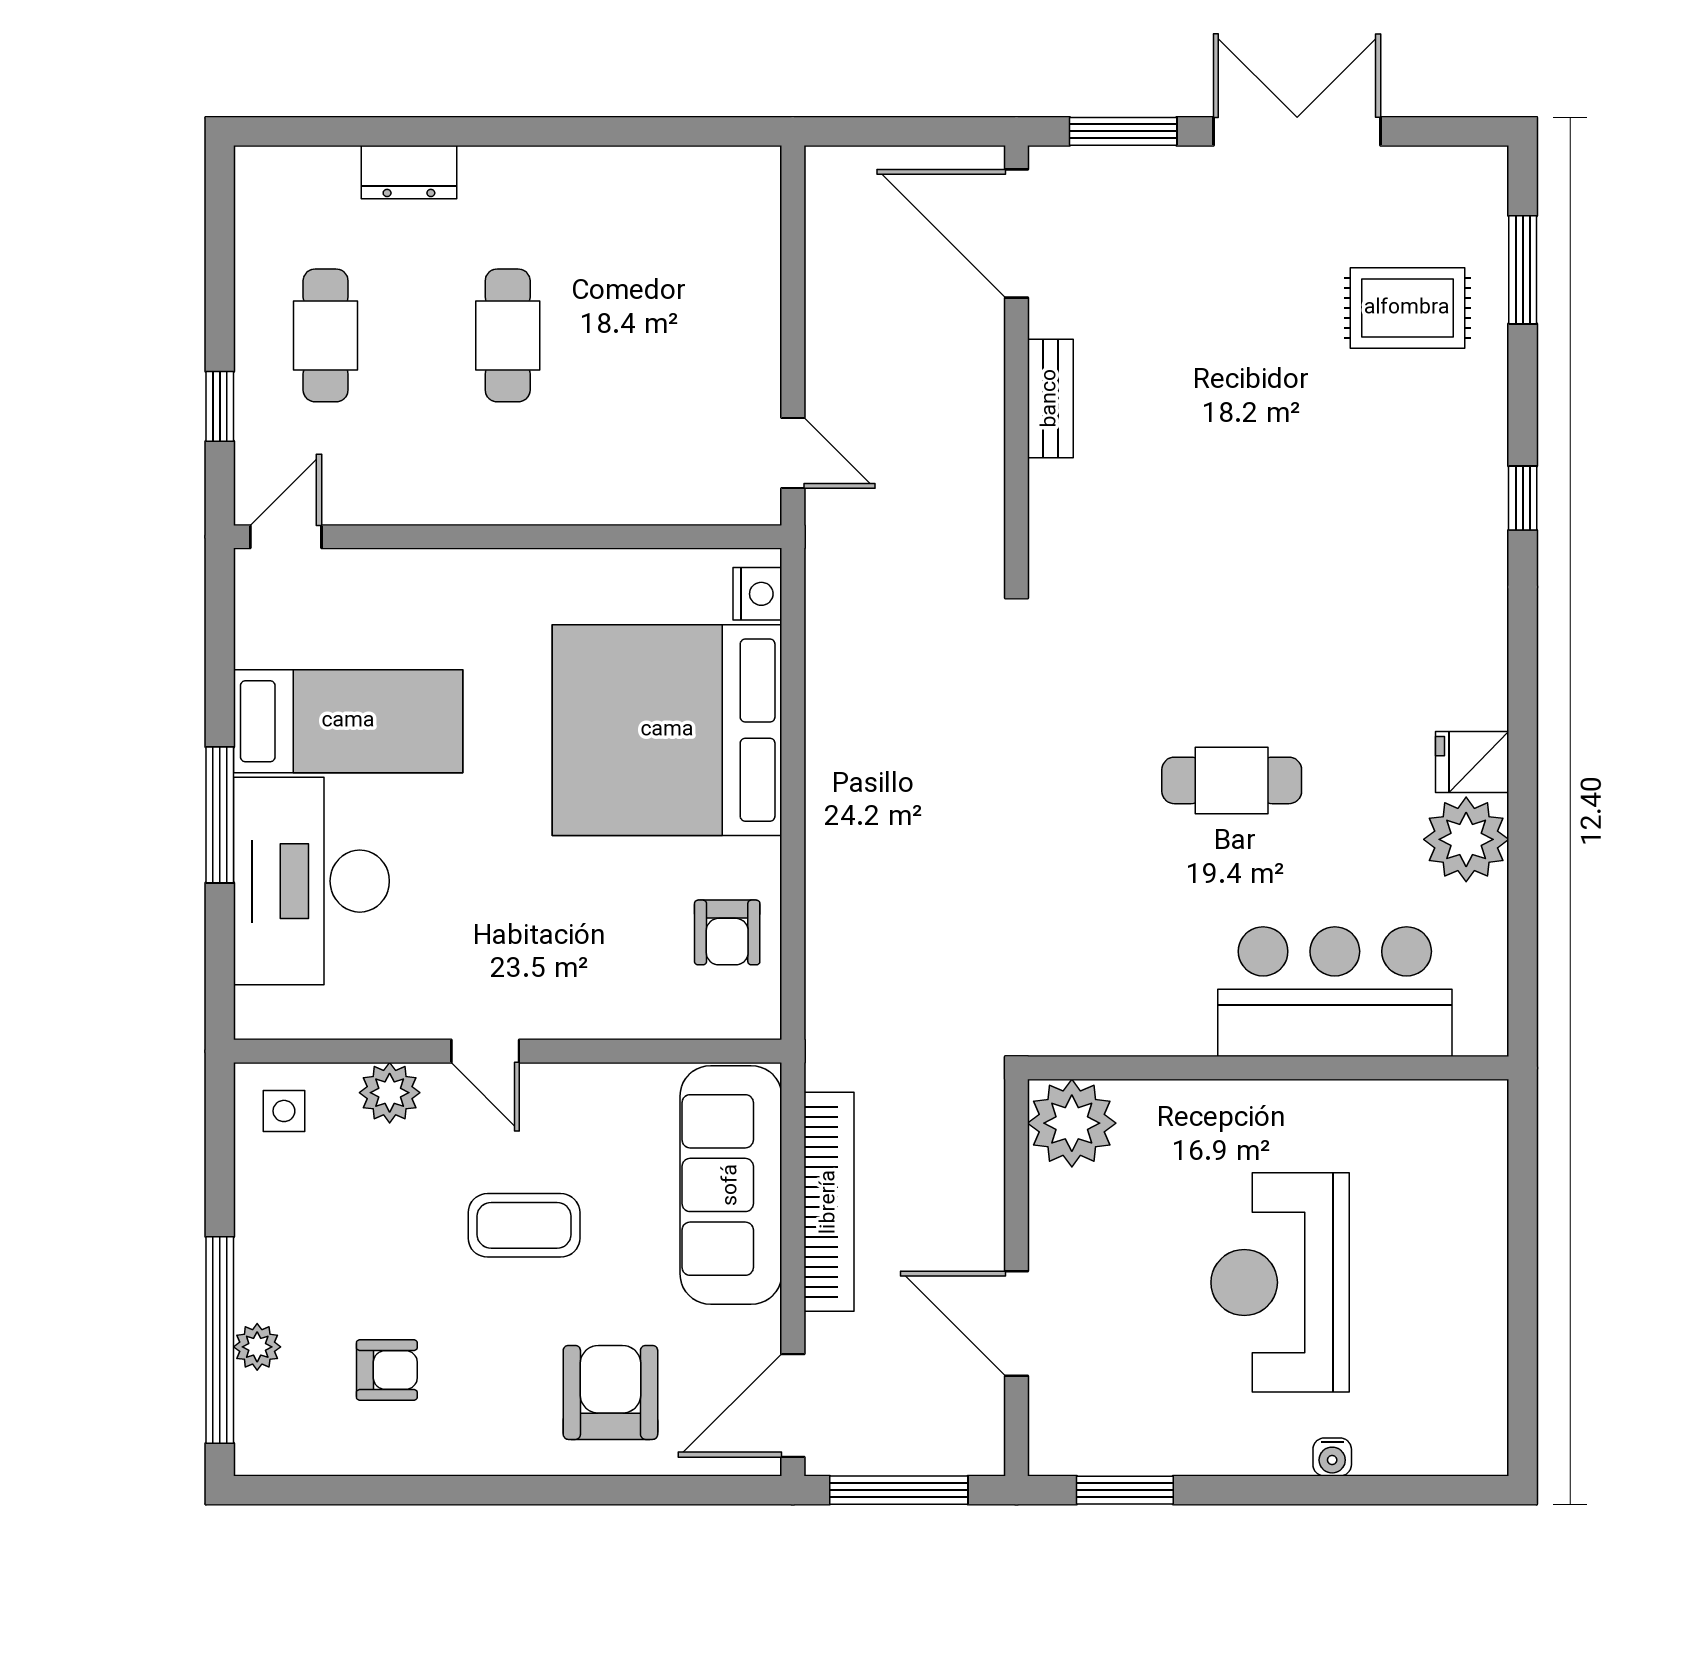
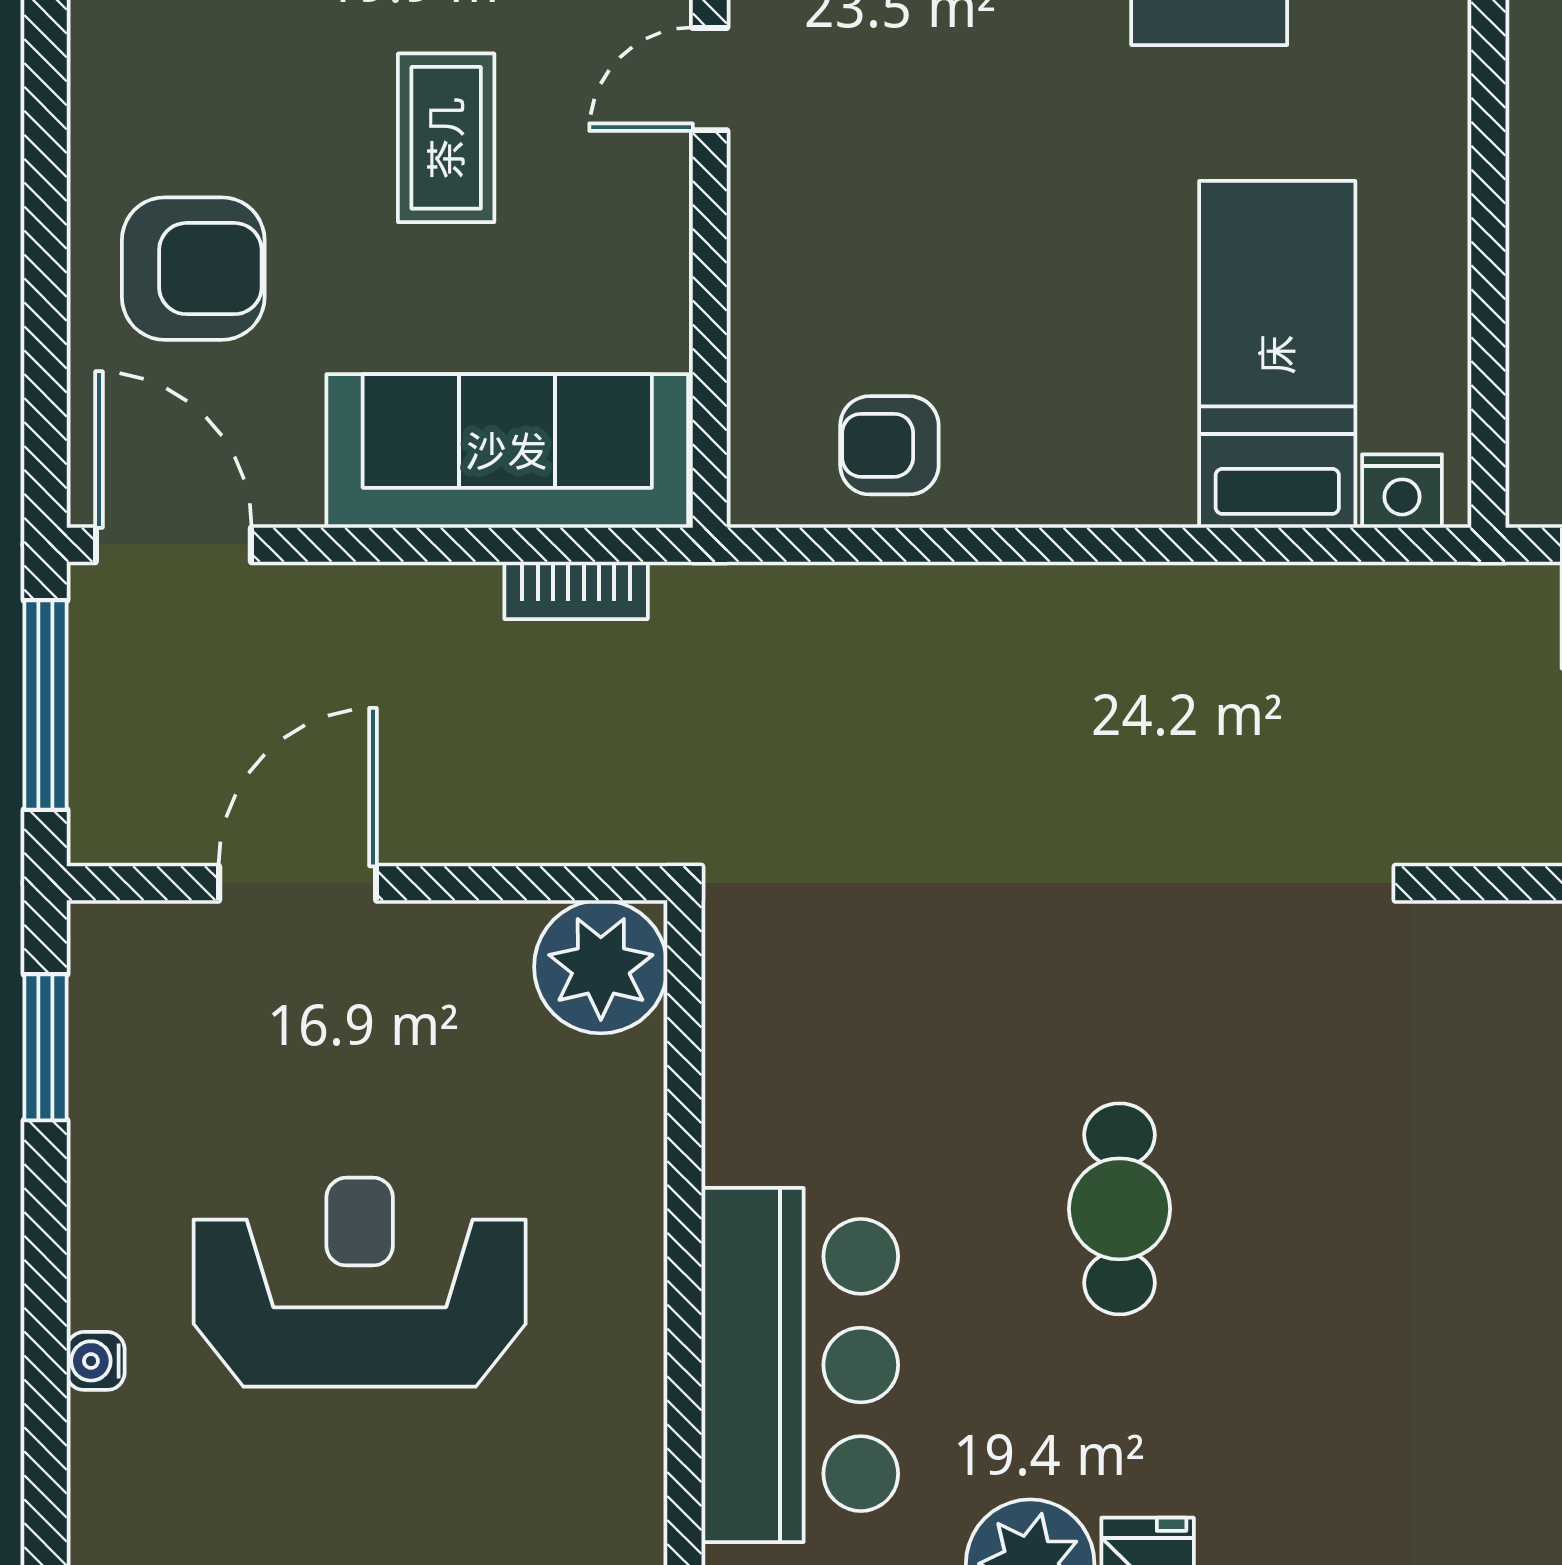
bed: (667, 730) -> (1277, 354), width x0.49
bookcase: (829, 1202) -> (576, 590), width x0.43, depth x0.76

